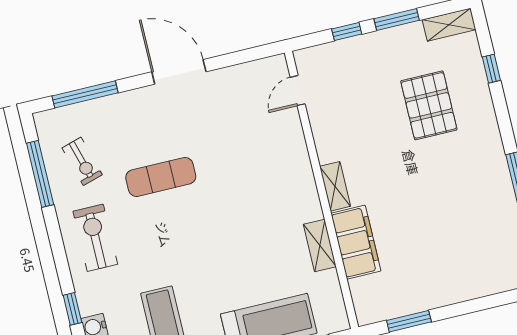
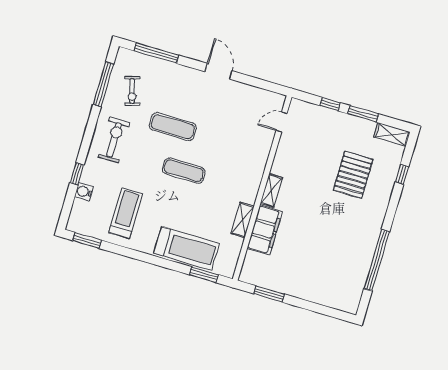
door: (179, 72) -> (219, 71), width x0.73
exercise mat: (208, 226) -> (184, 171), added

